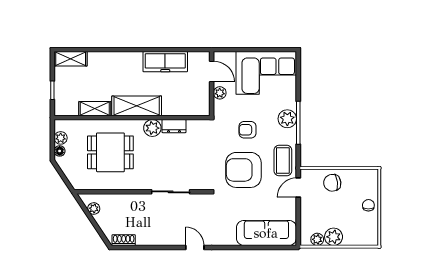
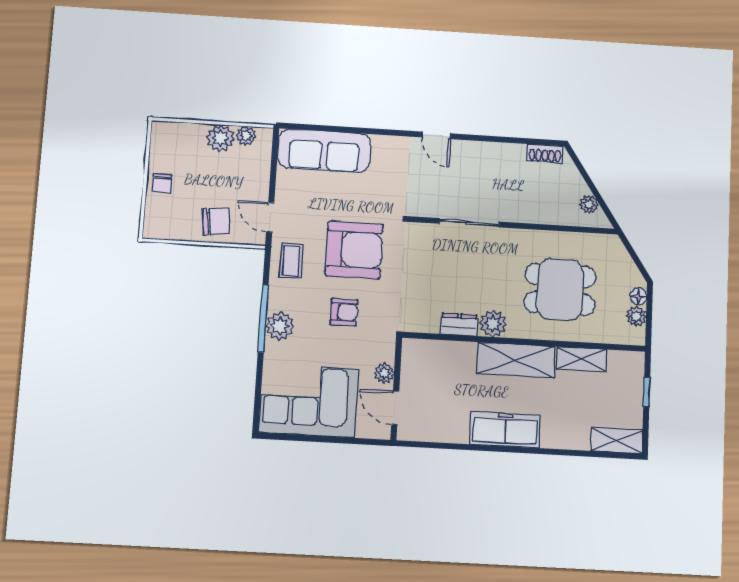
freezer: (165, 62) -> (505, 430), moved
coffee table: (283, 161) -> (291, 261), width x0.73, depth x0.77
door: (298, 188) -> (270, 217), swing flipped

